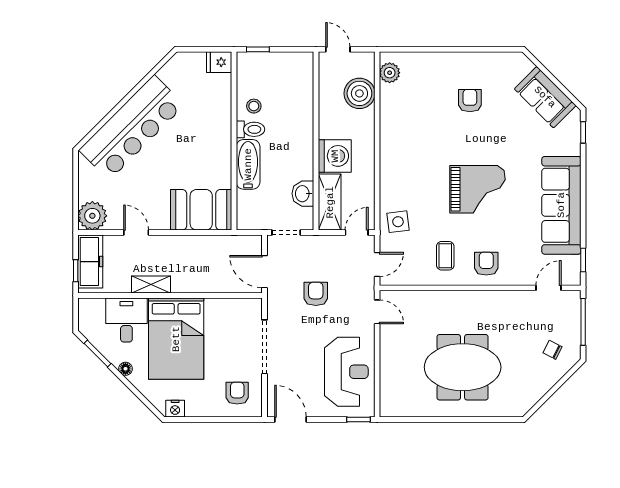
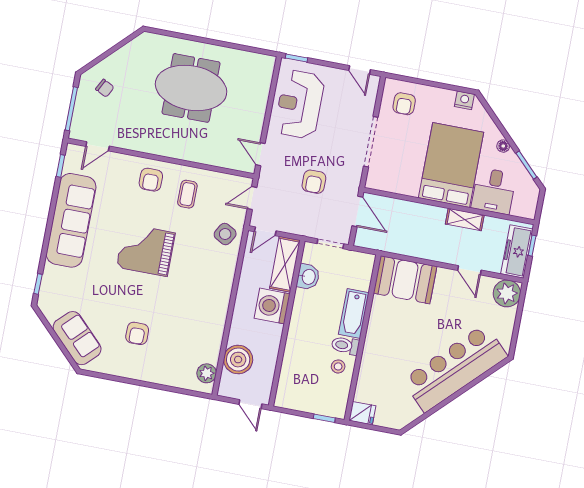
sofa: (545, 97) -> (77, 338), moved
side table: (398, 222) -> (225, 234), turned 36
door: (290, 419) -> (360, 70), width x0.73

